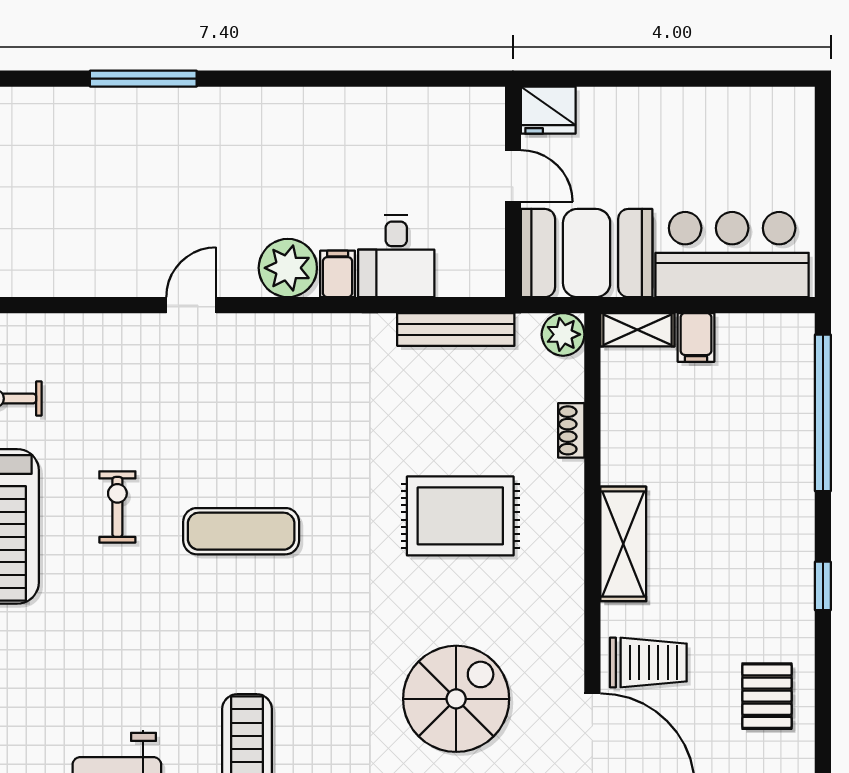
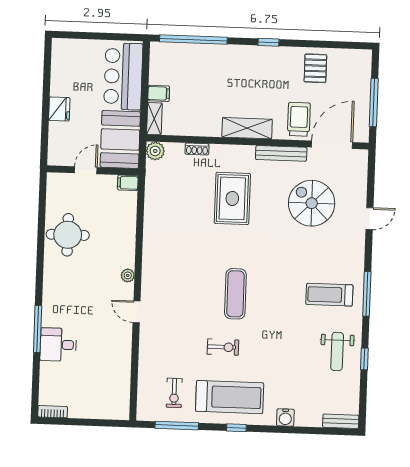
fridge: (548, 110) -> (59, 109), moved
round table: (363, 140) -> (68, 235), added
desk: (396, 256) -> (58, 345), moved, turned 180
plant: (288, 268) -> (128, 275), width x0.53, depth x0.53
filing cabinet: (338, 274) -> (128, 183), moved
bench: (456, 329) -> (281, 153), moved, turned 90
exercise bike: (117, 507) -> (223, 347), turned 180
pallet: (767, 696) -> (315, 68), turned 90

